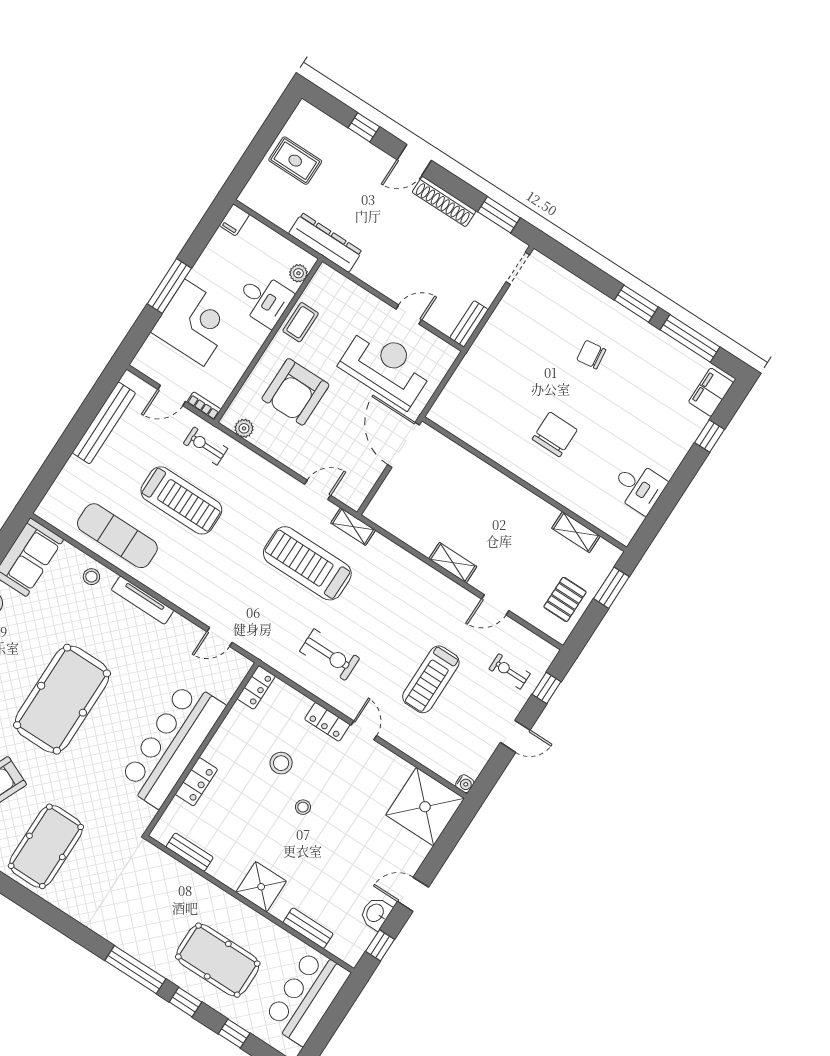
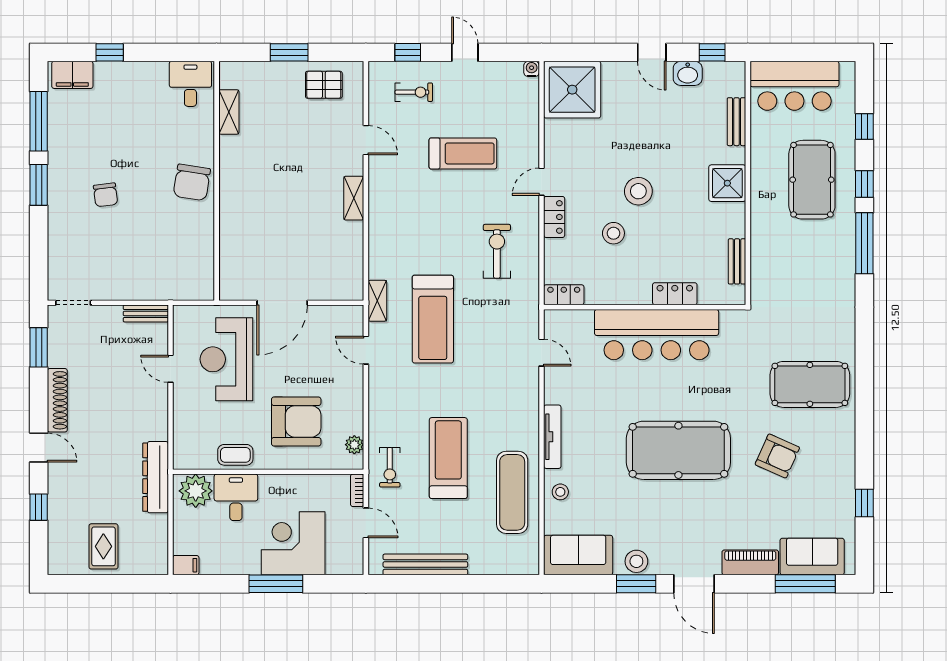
plant: (298, 273) -> (196, 491), width x1.87, depth x1.87
chair: (555, 434) -> (192, 182), turned -81
wall: (524, 484) -> (217, 181), moved
shelving: (576, 532) -> (229, 112), moved
exercise bike: (510, 671) -> (414, 92), turned -90
stool: (303, 807) -> (638, 191), width x1.89, depth x1.89

